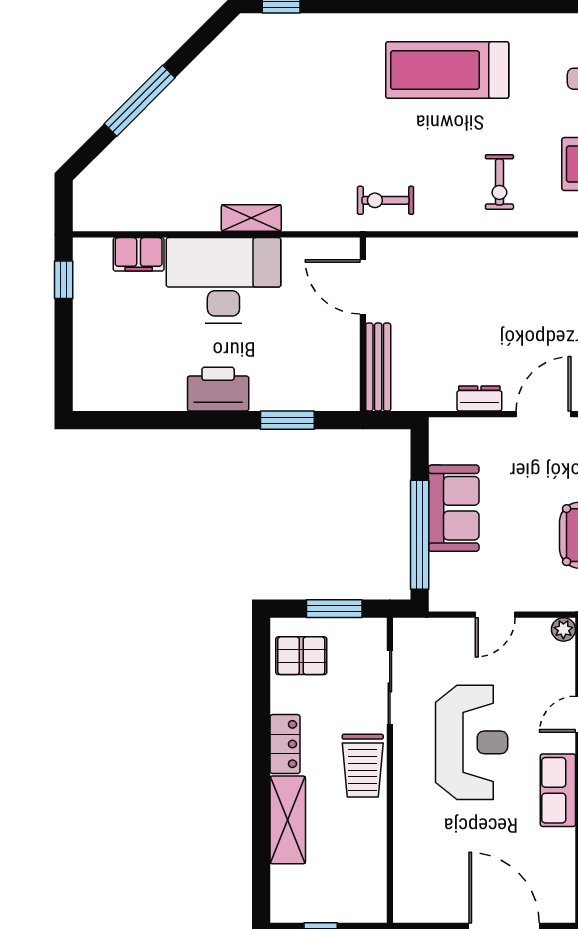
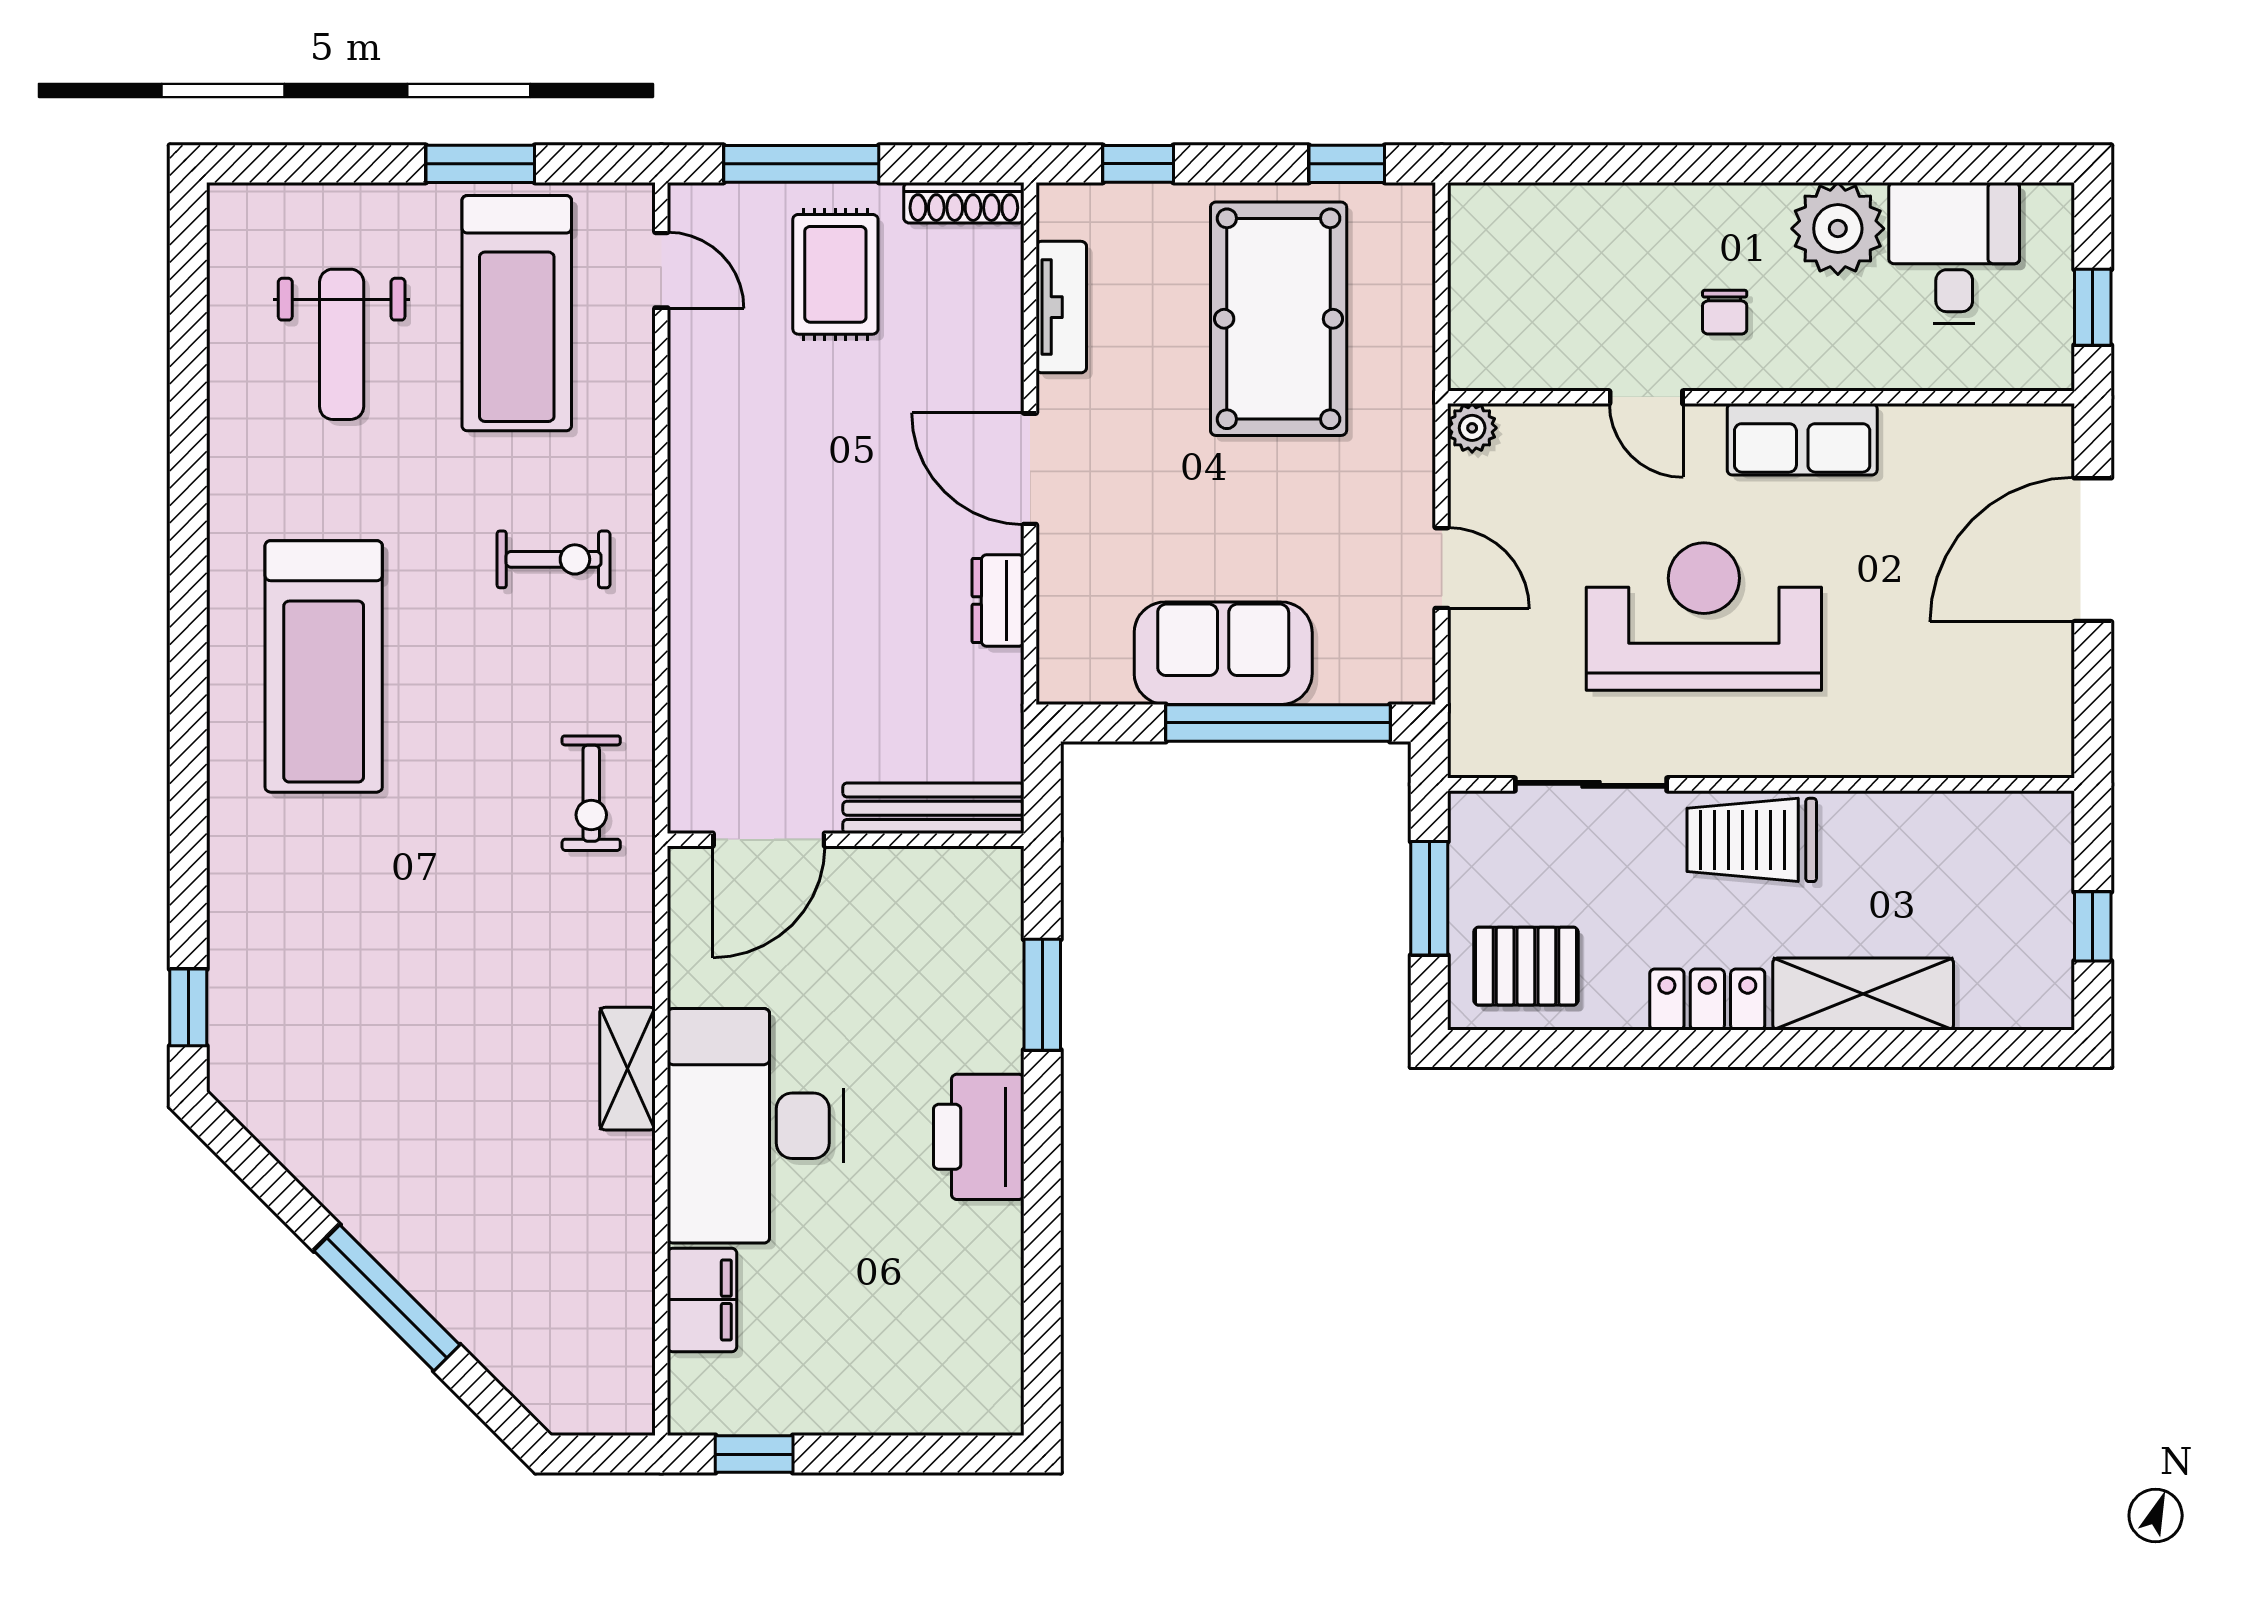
pallet: (301, 656) -> (1526, 966), turned 90
trolley: (363, 766) -> (1752, 840), turned 180

